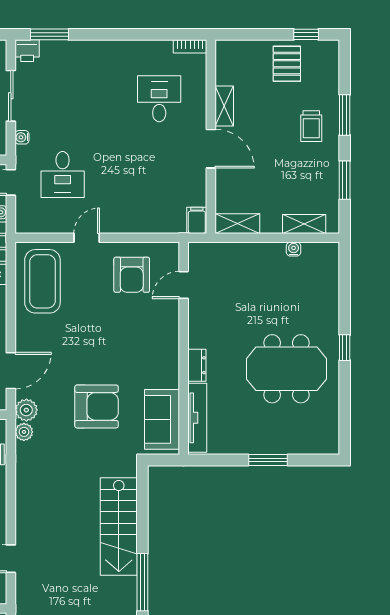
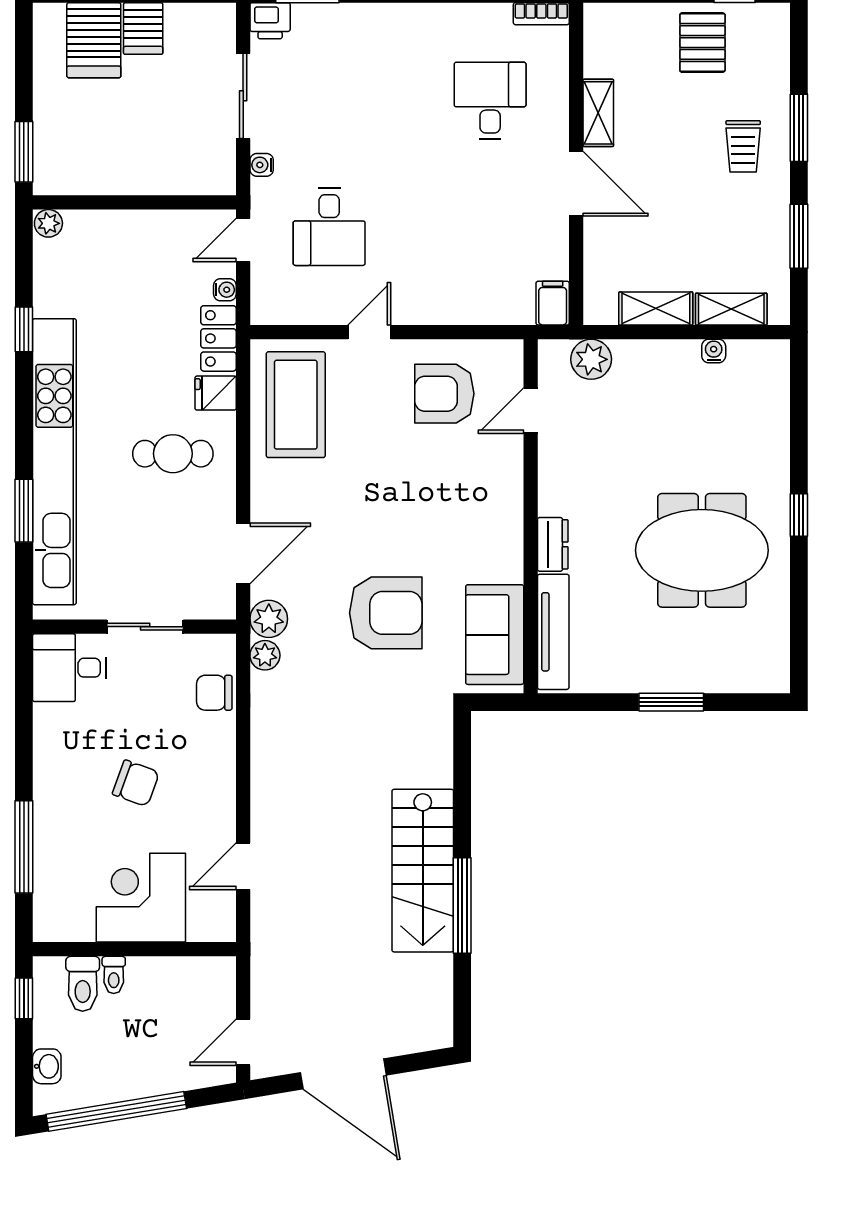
shelving: (237, 224) -> (656, 308), moved
plant: (220, 254) -> (591, 359), added
armchair: (132, 275) -> (444, 394), turned 90
stairs: (119, 527) -> (423, 871), moved

